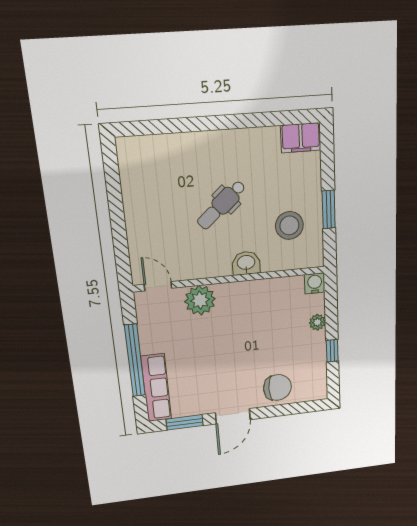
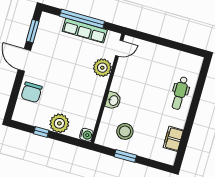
filing cabinet: (301, 138) -> (173, 139), moved
dental chair: (221, 205) -> (180, 93), moved, turned -139
plant: (317, 322) -> (59, 123), width x1.88, depth x1.88
row of seats: (156, 388) -> (85, 31), moved

